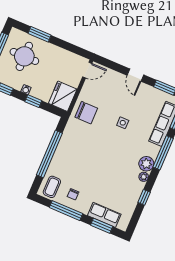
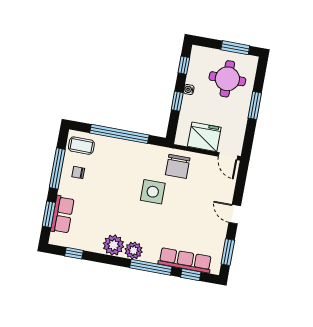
window: (39, 34) -> (255, 105), moved
door: (135, 75) -> (235, 214), hinge flipped
fridge: (63, 96) -> (204, 137), moved
side table: (123, 123) -> (153, 192), moved, width x1.87, depth x1.87
plant: (144, 177) -> (114, 245), width x1.88, depth x1.88
window: (144, 197) -> (74, 253), moved

